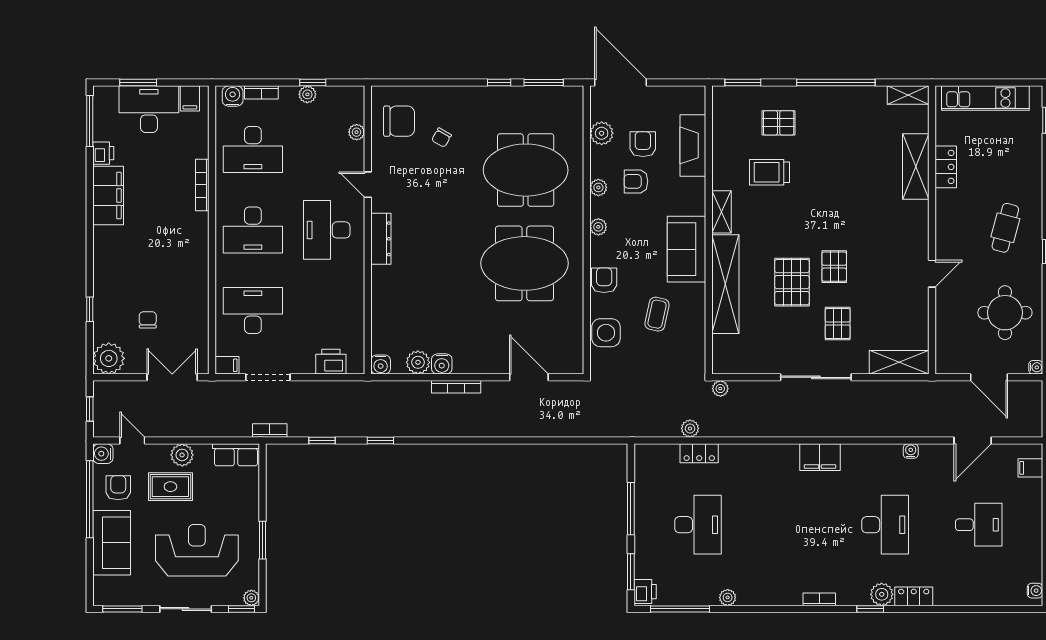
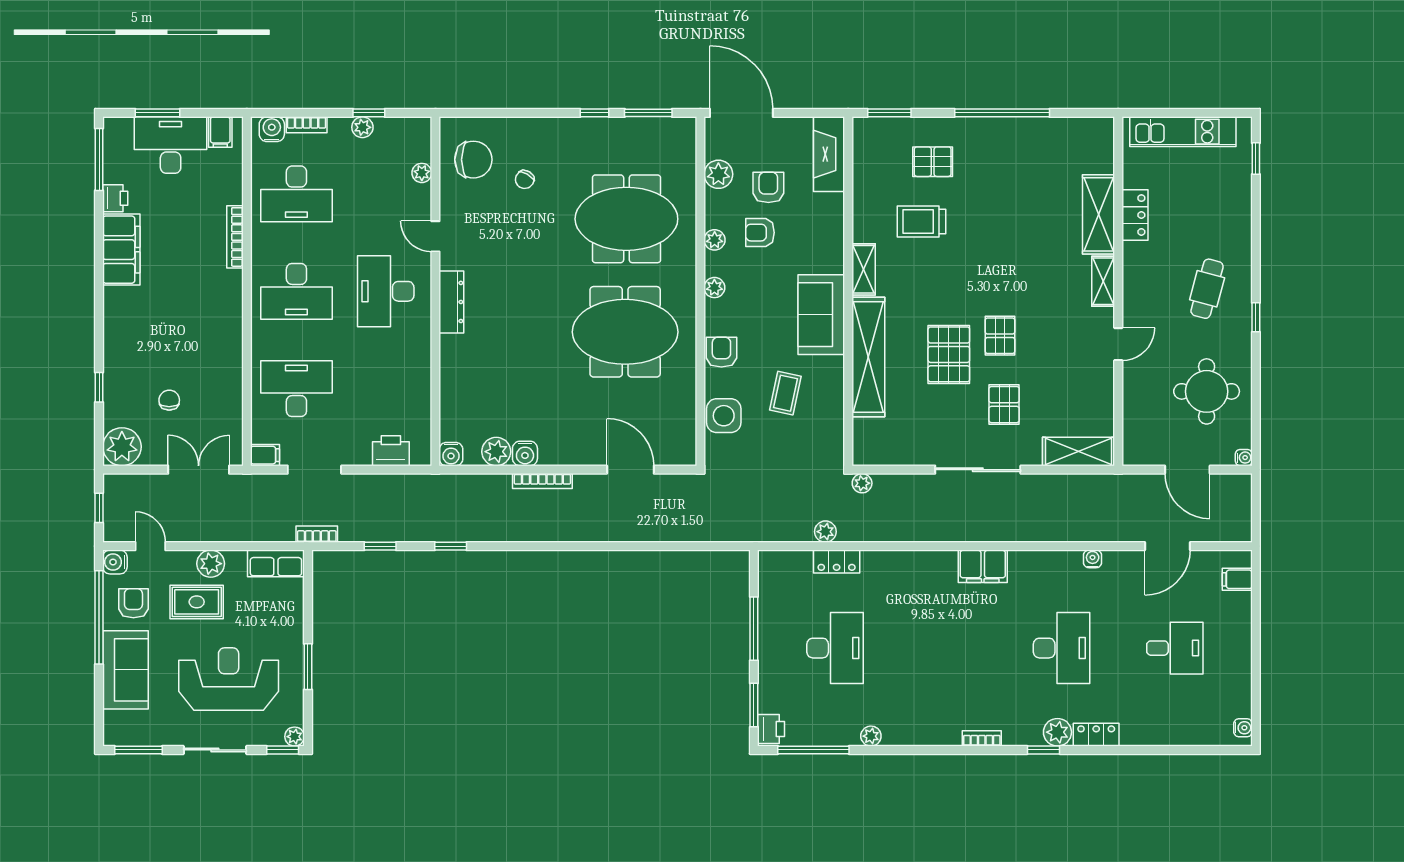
shelving: (908, 95) -> (1103, 281), moved, turned 90
fireplace: (693, 145) -> (829, 154), moved

